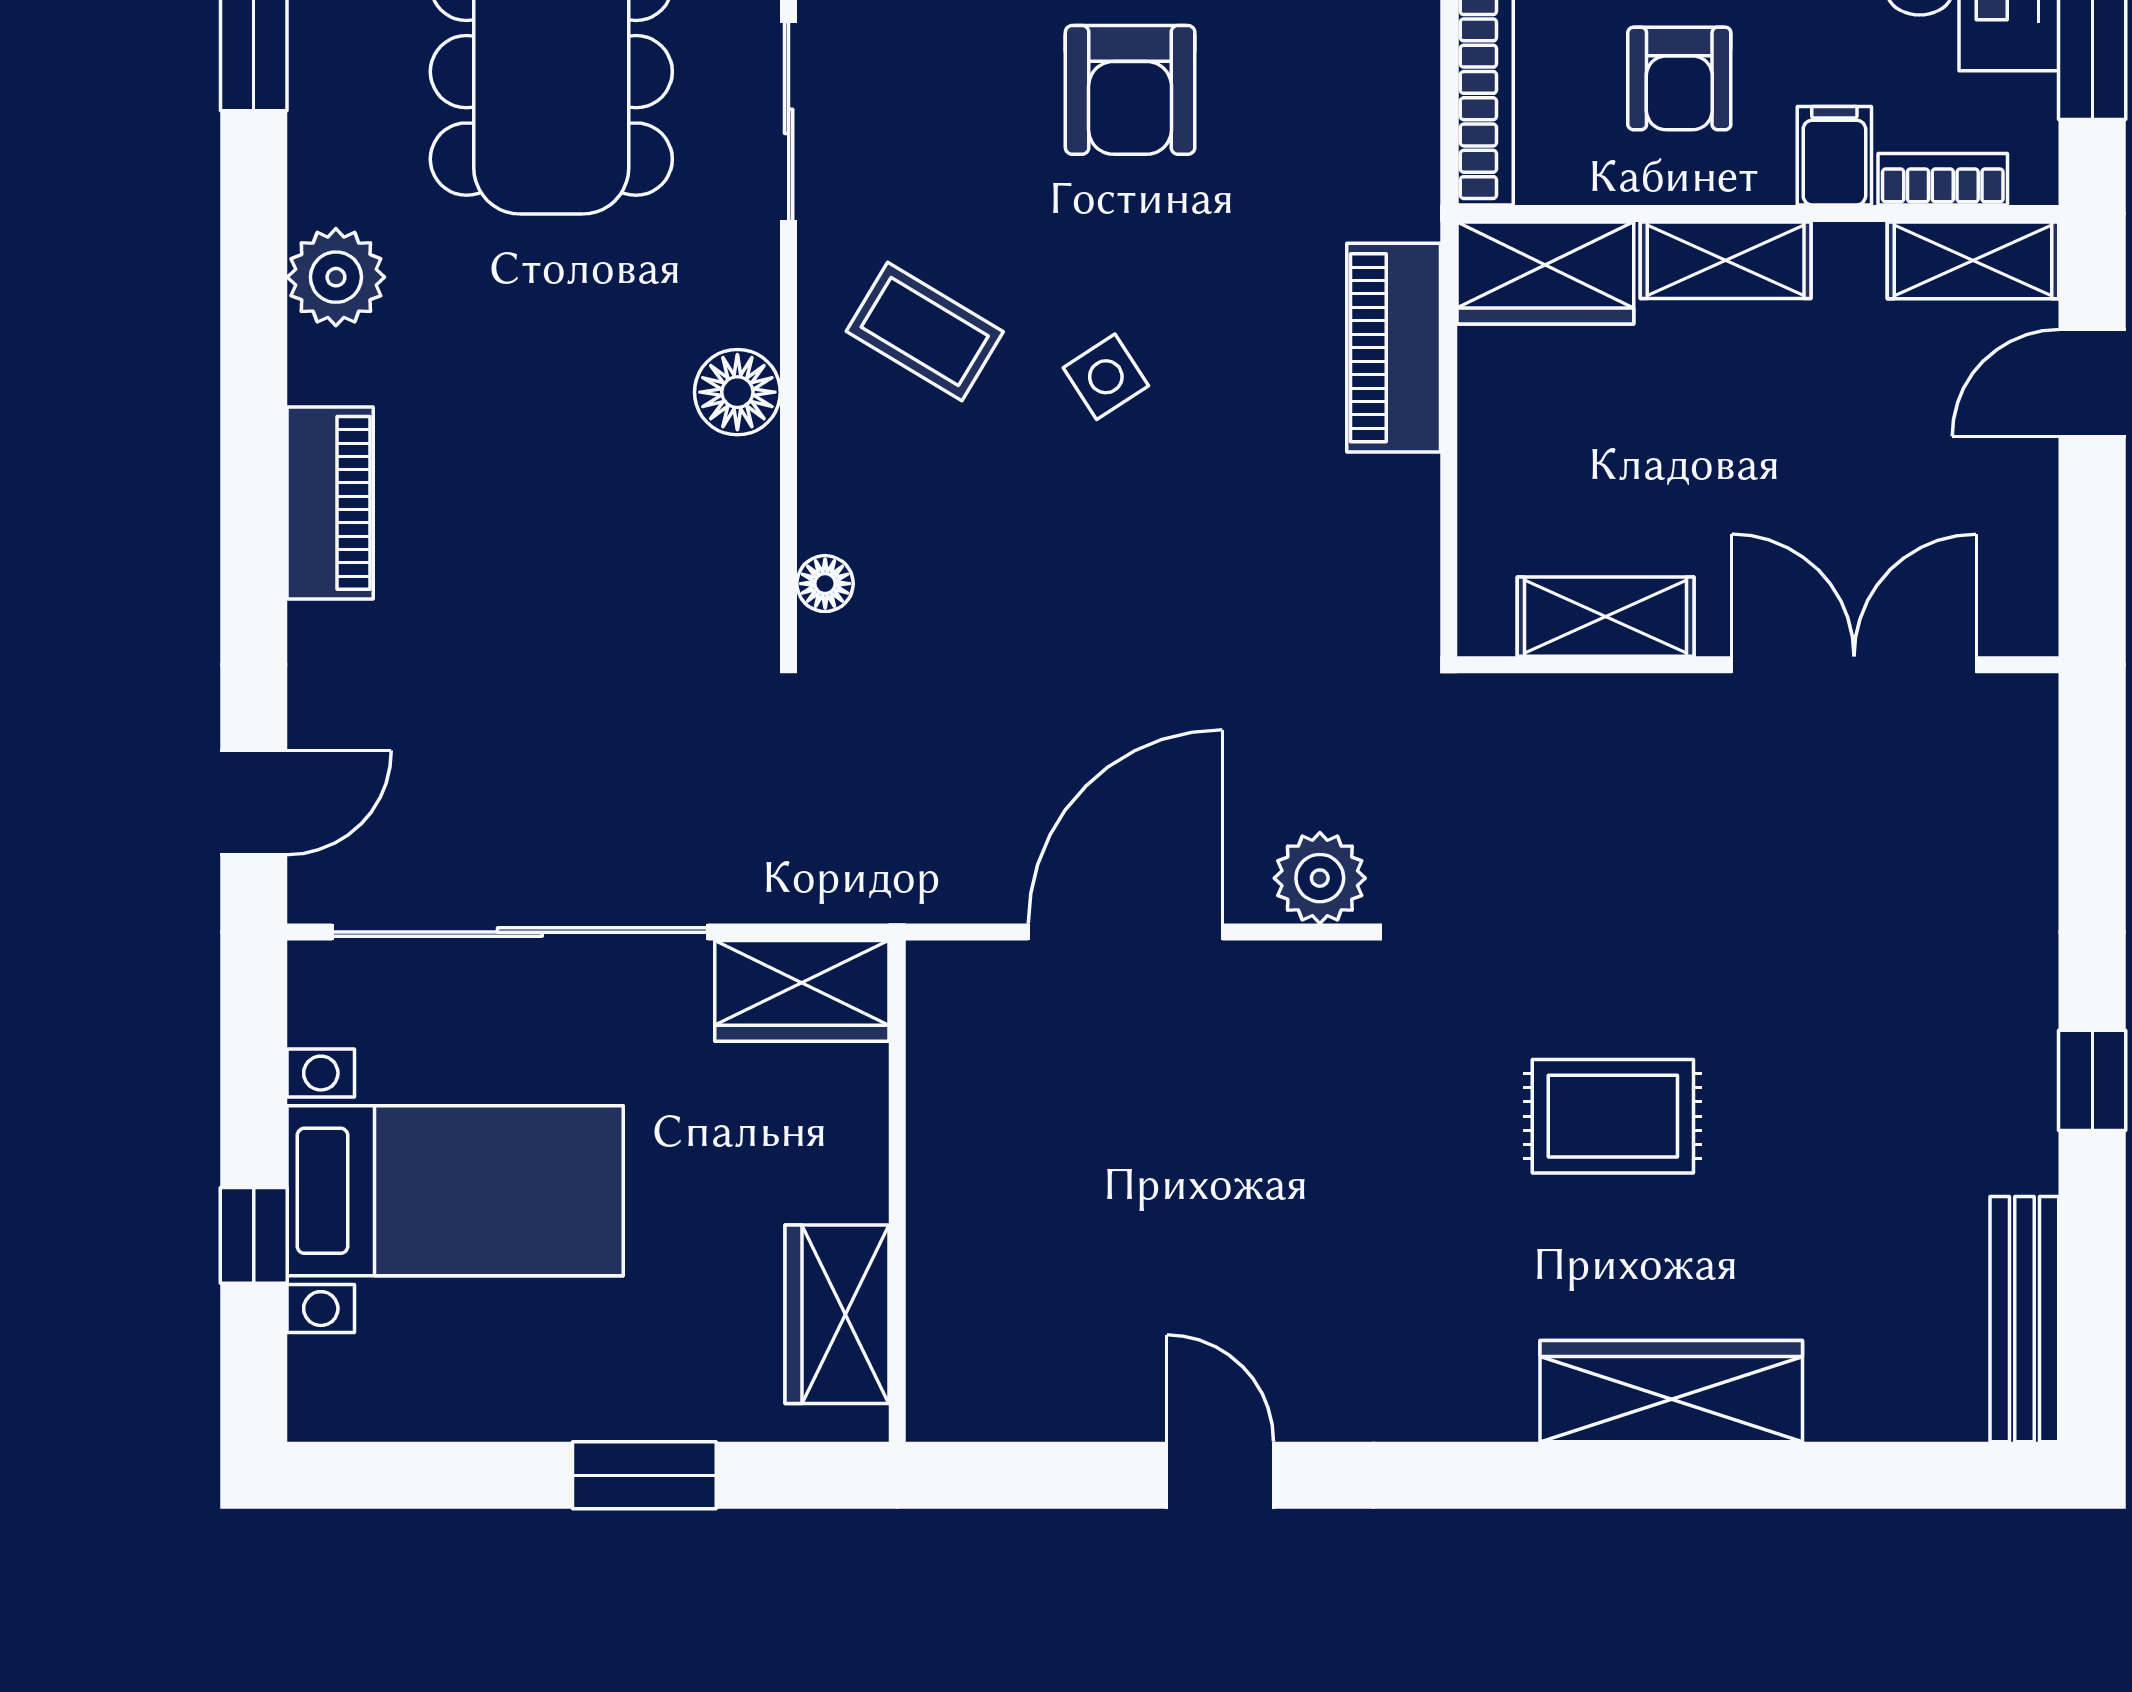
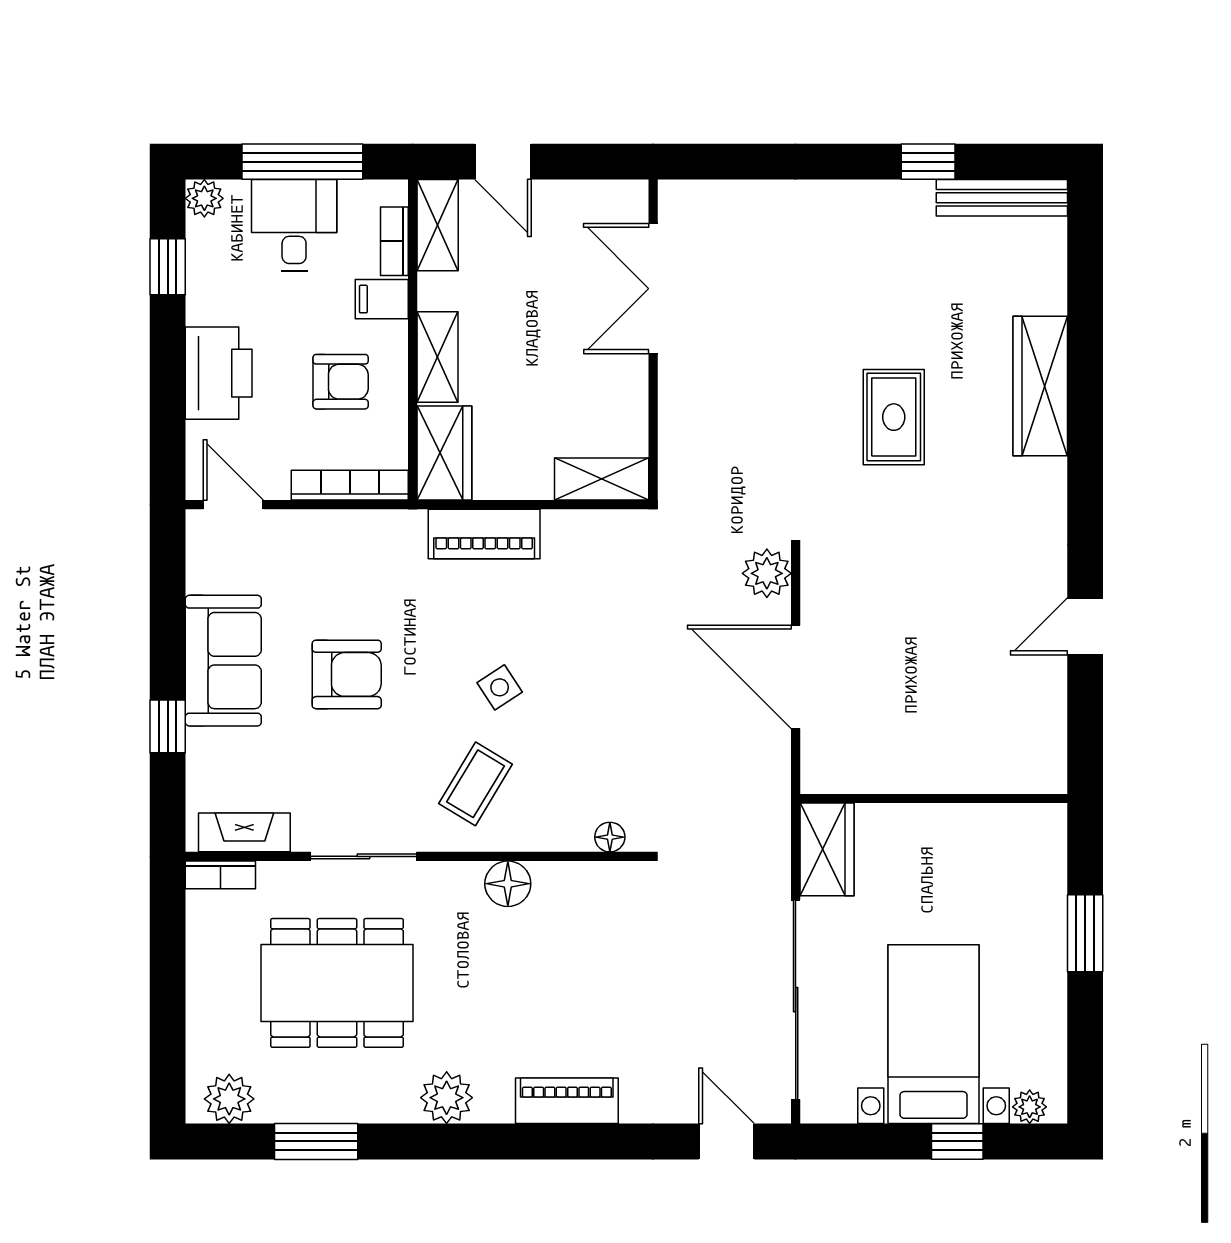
shelving: (1606, 617) -> (602, 479), moved, turned 90
window: (2092, 1080) -> (928, 162), moved
wardrobe: (837, 1314) -> (999, 831), removed
plant: (319, 1371) -> (1030, 1107), added

